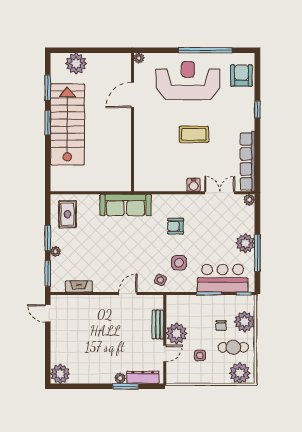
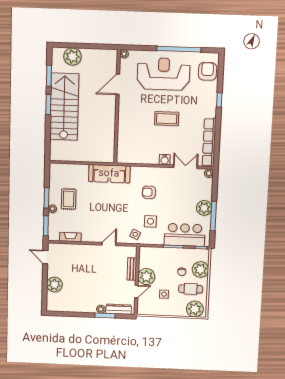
rug: (67, 214) -> (69, 199), moved
plant: (60, 374) -> (54, 285), moved

